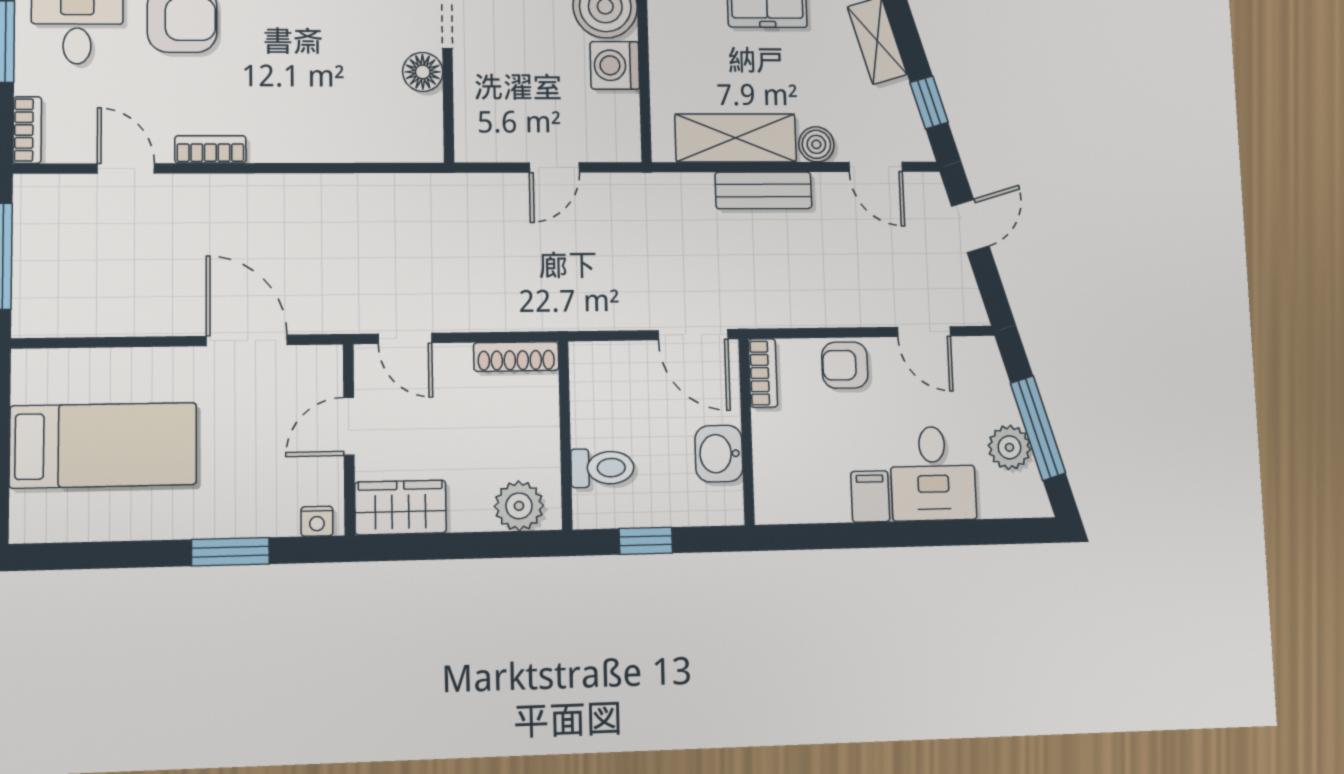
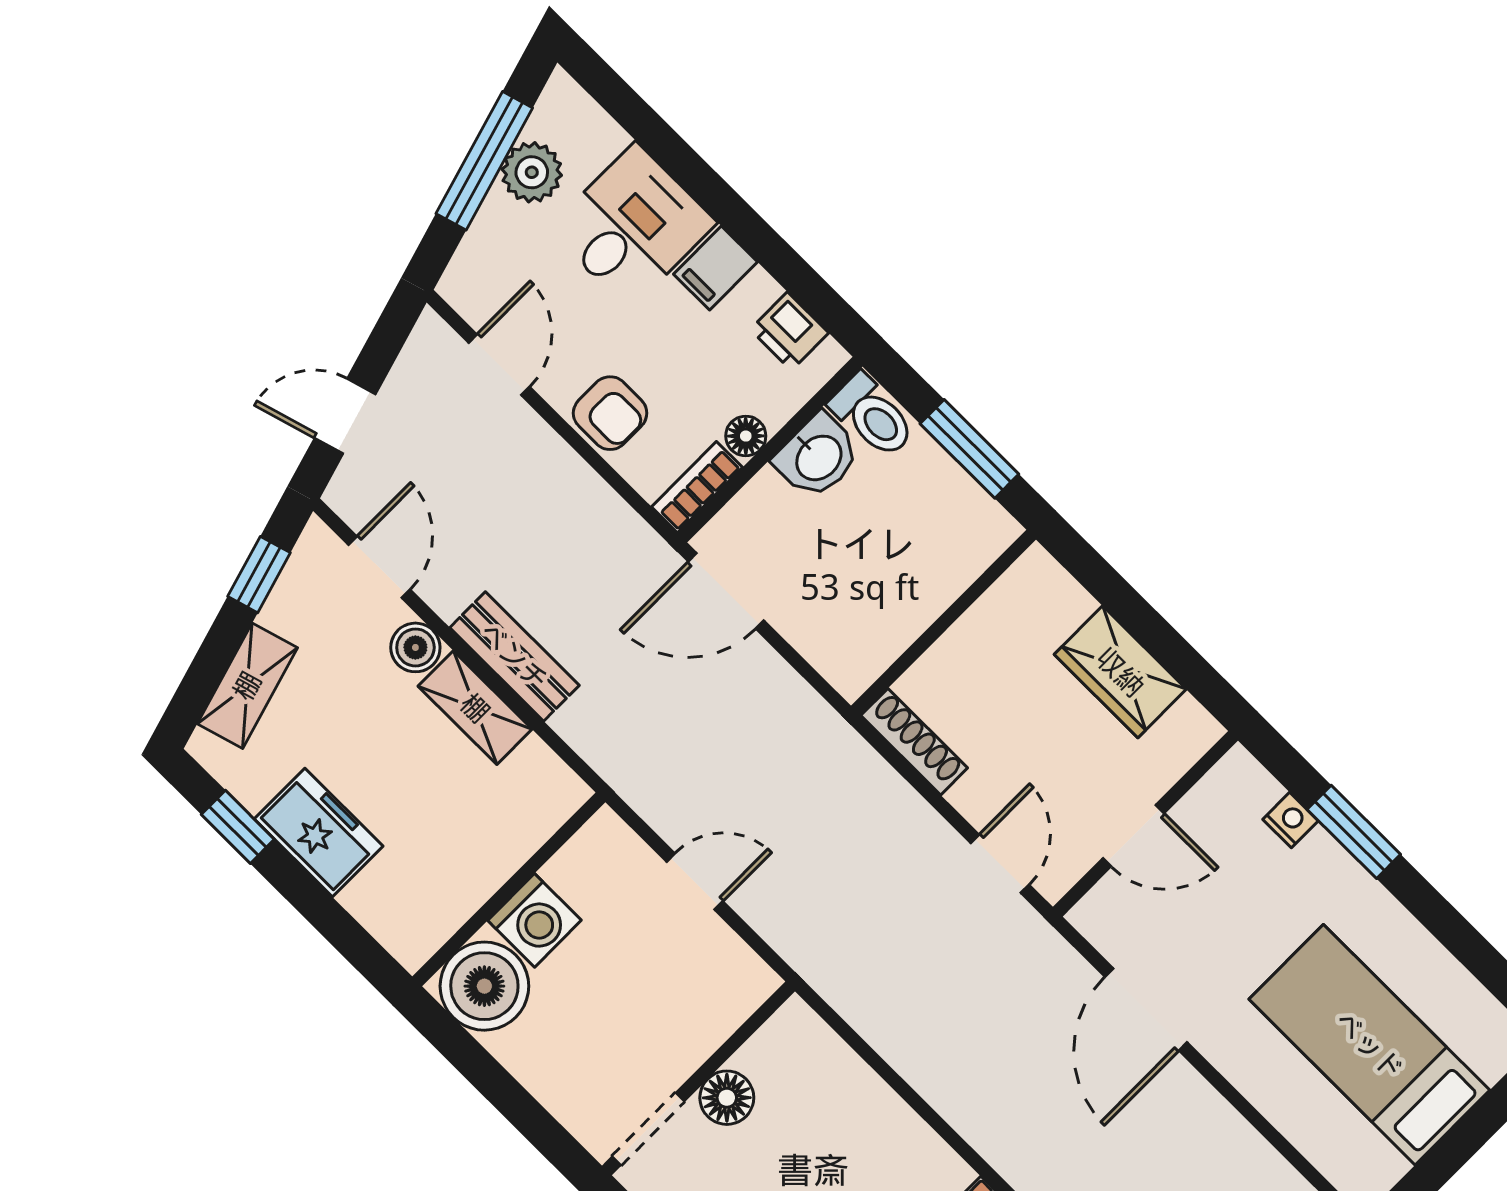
shelving: (736, 138) -> (475, 708), width x0.67, depth x0.75
door: (693, 335) -> (726, 591), swing flipped
floor lamp: (766, 426) -> (746, 436), added
toilet: (602, 468) -> (872, 416), moved, turned 180
printer: (800, 504) -> (789, 331), added
plant: (519, 506) -> (1053, 603), removed
wardrobe: (401, 507) -> (1120, 672), moved
nightstand: (317, 521) -> (1291, 820), moved
window: (646, 541) -> (969, 449), width x1.50

